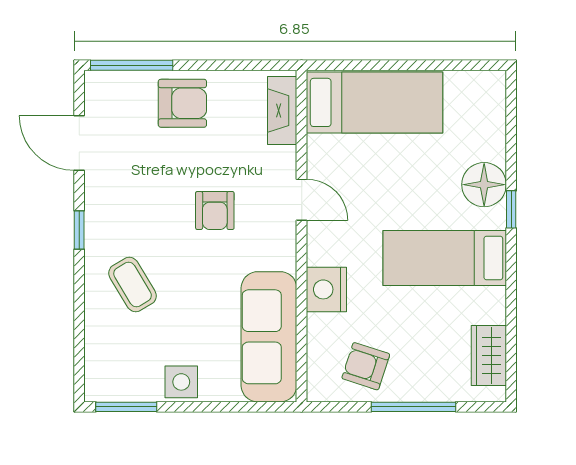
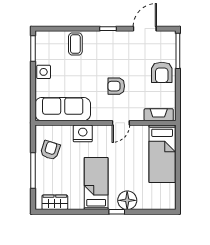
coffee table: (133, 285) -> (75, 44), moved, turned -59

